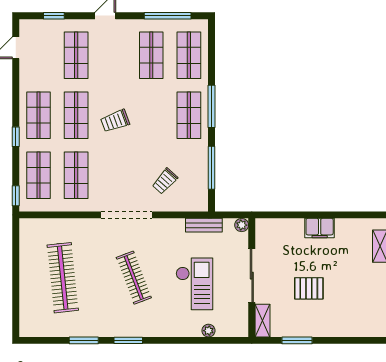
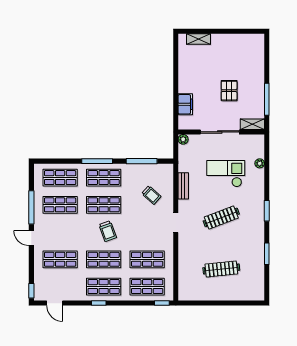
window: (54, 16) -> (31, 291), moved
window: (168, 16) -> (31, 207), moved
shop shelf: (151, 115) -> (104, 205), added
window: (16, 137) -> (99, 303), moved
doorway: (127, 215) -> (176, 223), width x0.53
bench: (204, 225) -> (183, 186), moved
filing cabinet: (320, 228) -> (185, 104), moved
clothes rail: (63, 278) -> (221, 269), width x0.73, depth x0.76
window: (128, 340) -> (267, 211), moved
window: (297, 340) -> (267, 99), width x1.44

